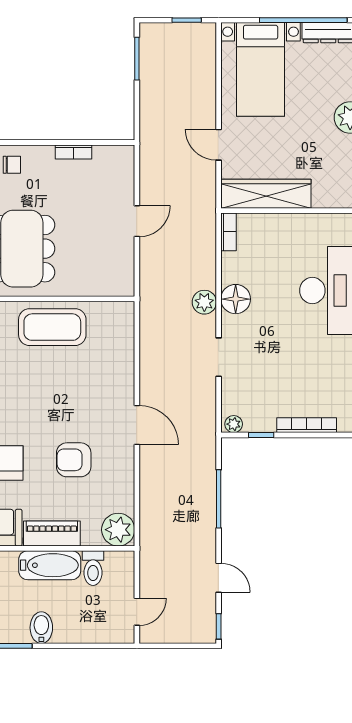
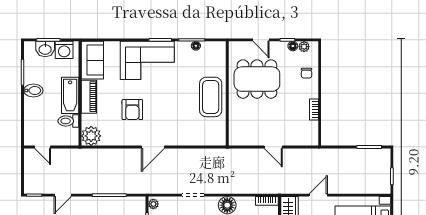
plant: (204, 302) -> (225, 187), removed
armchair: (74, 460) -> (132, 110), turned 180

